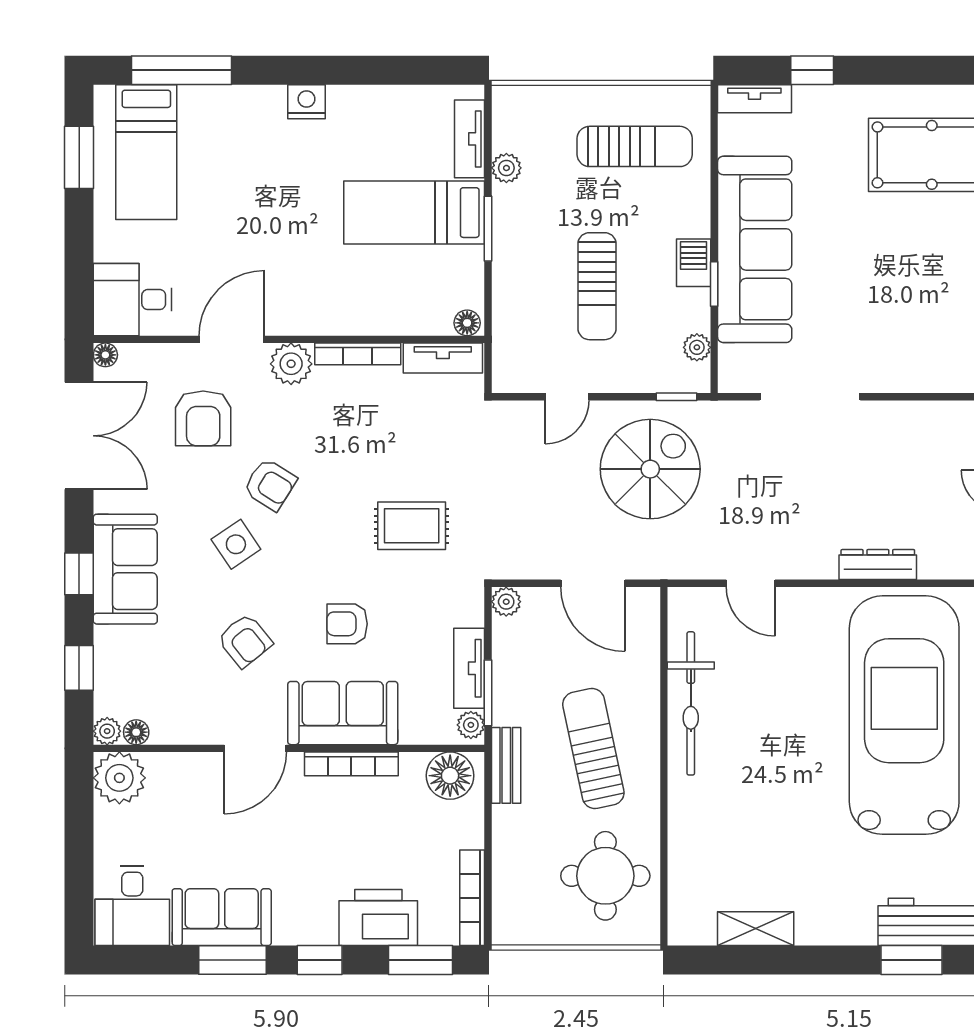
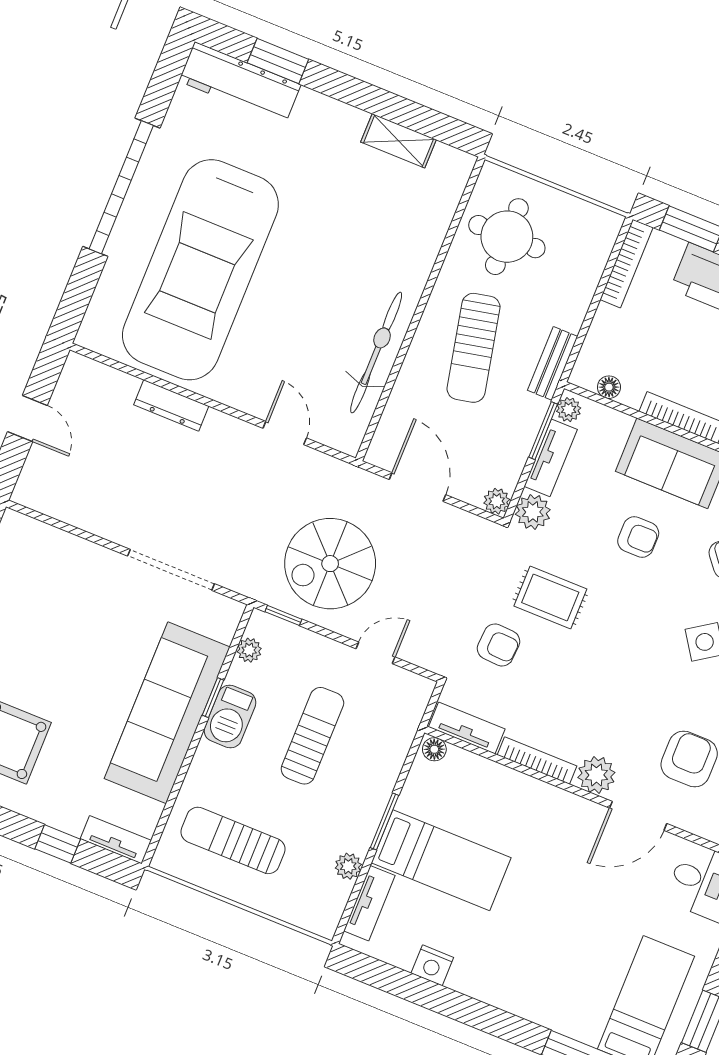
nightstand: (306, 102) -> (432, 965), moved
barbecue: (694, 263) -> (230, 717), width x1.38, depth x1.27
armchair: (270, 485) -> (499, 645), moved, turned 151
plant: (465, 606) -> (533, 512), added
floor lamp: (450, 776) -> (609, 387), width x0.53, depth x0.53

